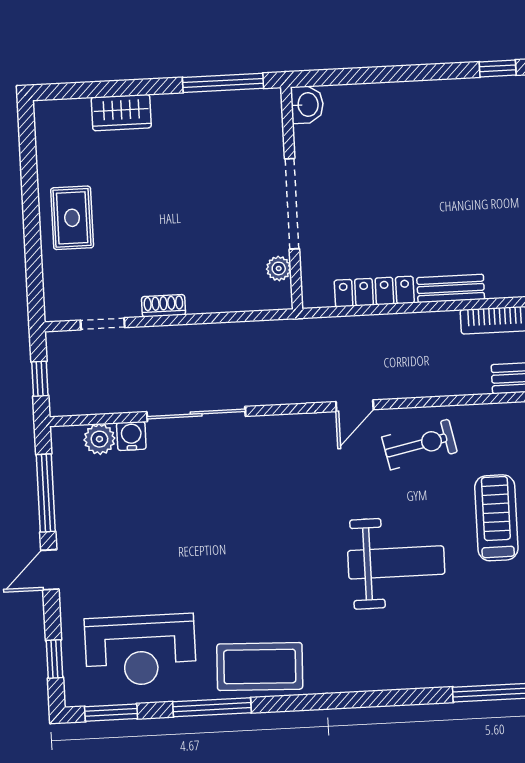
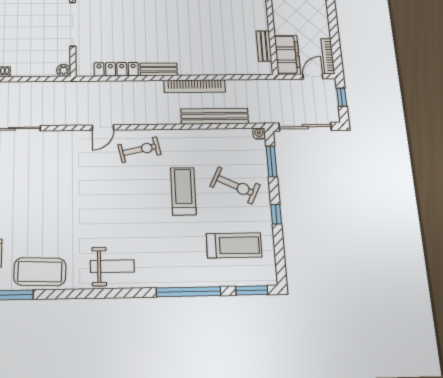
plant: (279, 268) -> (64, 70), moved
weight bench: (396, 562) -> (112, 266), moved, width x0.73, depth x0.75

